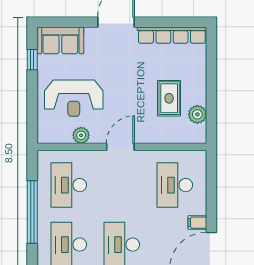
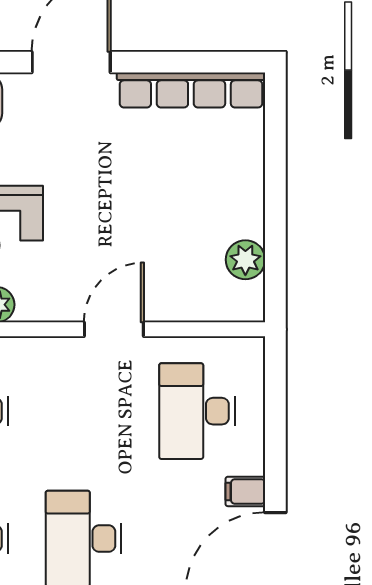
rug: (169, 98) -> (185, 225), removed
door: (120, 147) -> (114, 329), moved

